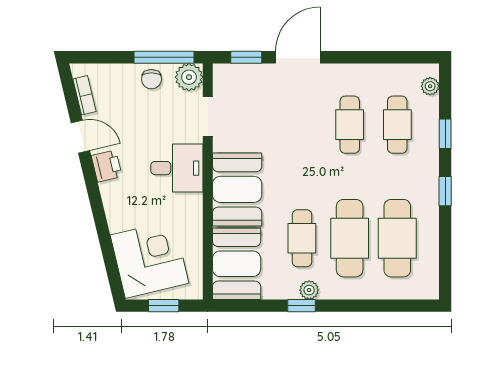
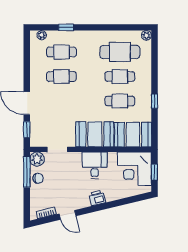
door: (80, 137) -> (68, 215), swing flipped
printer: (107, 166) -> (97, 198), moved
desk: (177, 168) -> (95, 165), moved
window: (445, 191) -> (96, 27), removed
cafe table: (350, 238) -> (120, 76), width x0.73, depth x0.74
corner desk: (150, 259) -> (135, 169), moved, turned -77
plant: (309, 290) -> (146, 35), moved

